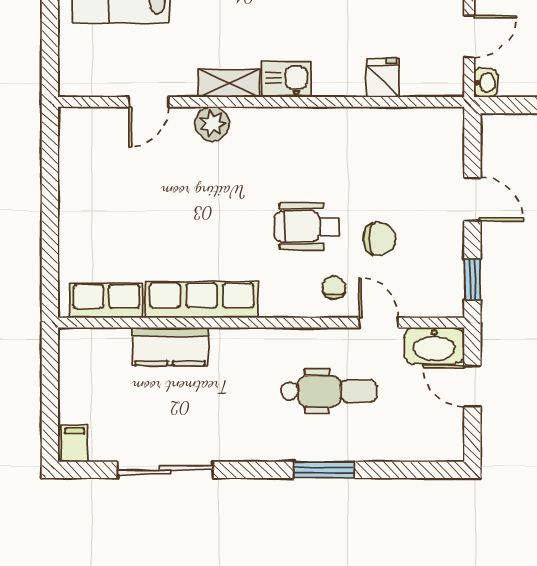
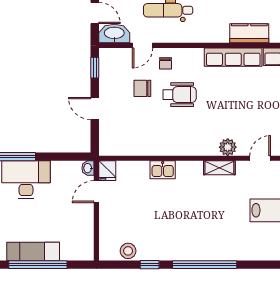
fridge: (383, 78) -> (107, 171), moved
kitchen sink: (286, 79) -> (163, 170), moved
door: (379, 323) -> (143, 45), hinge flipped

